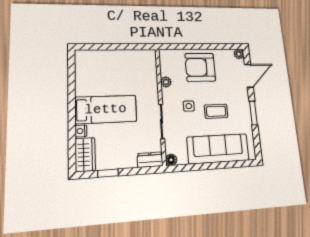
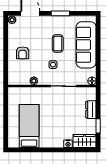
armchair: (200, 67) -> (23, 53), width x0.53, depth x0.53
bed: (106, 109) -> (29, 126), moved
dresser: (150, 160) -> (91, 110), moved

